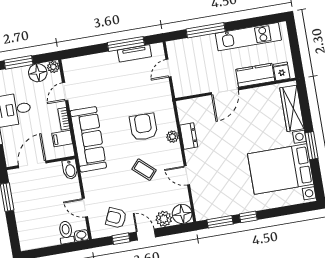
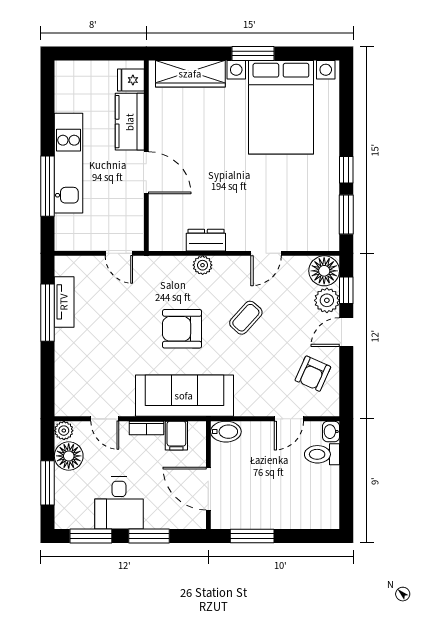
kitchen unit: (248, 37) -> (69, 163), moved
door: (169, 68) -> (119, 253), moved
armchair: (143, 127) -> (182, 329), moved
window: (121, 239) -> (346, 290), moved

